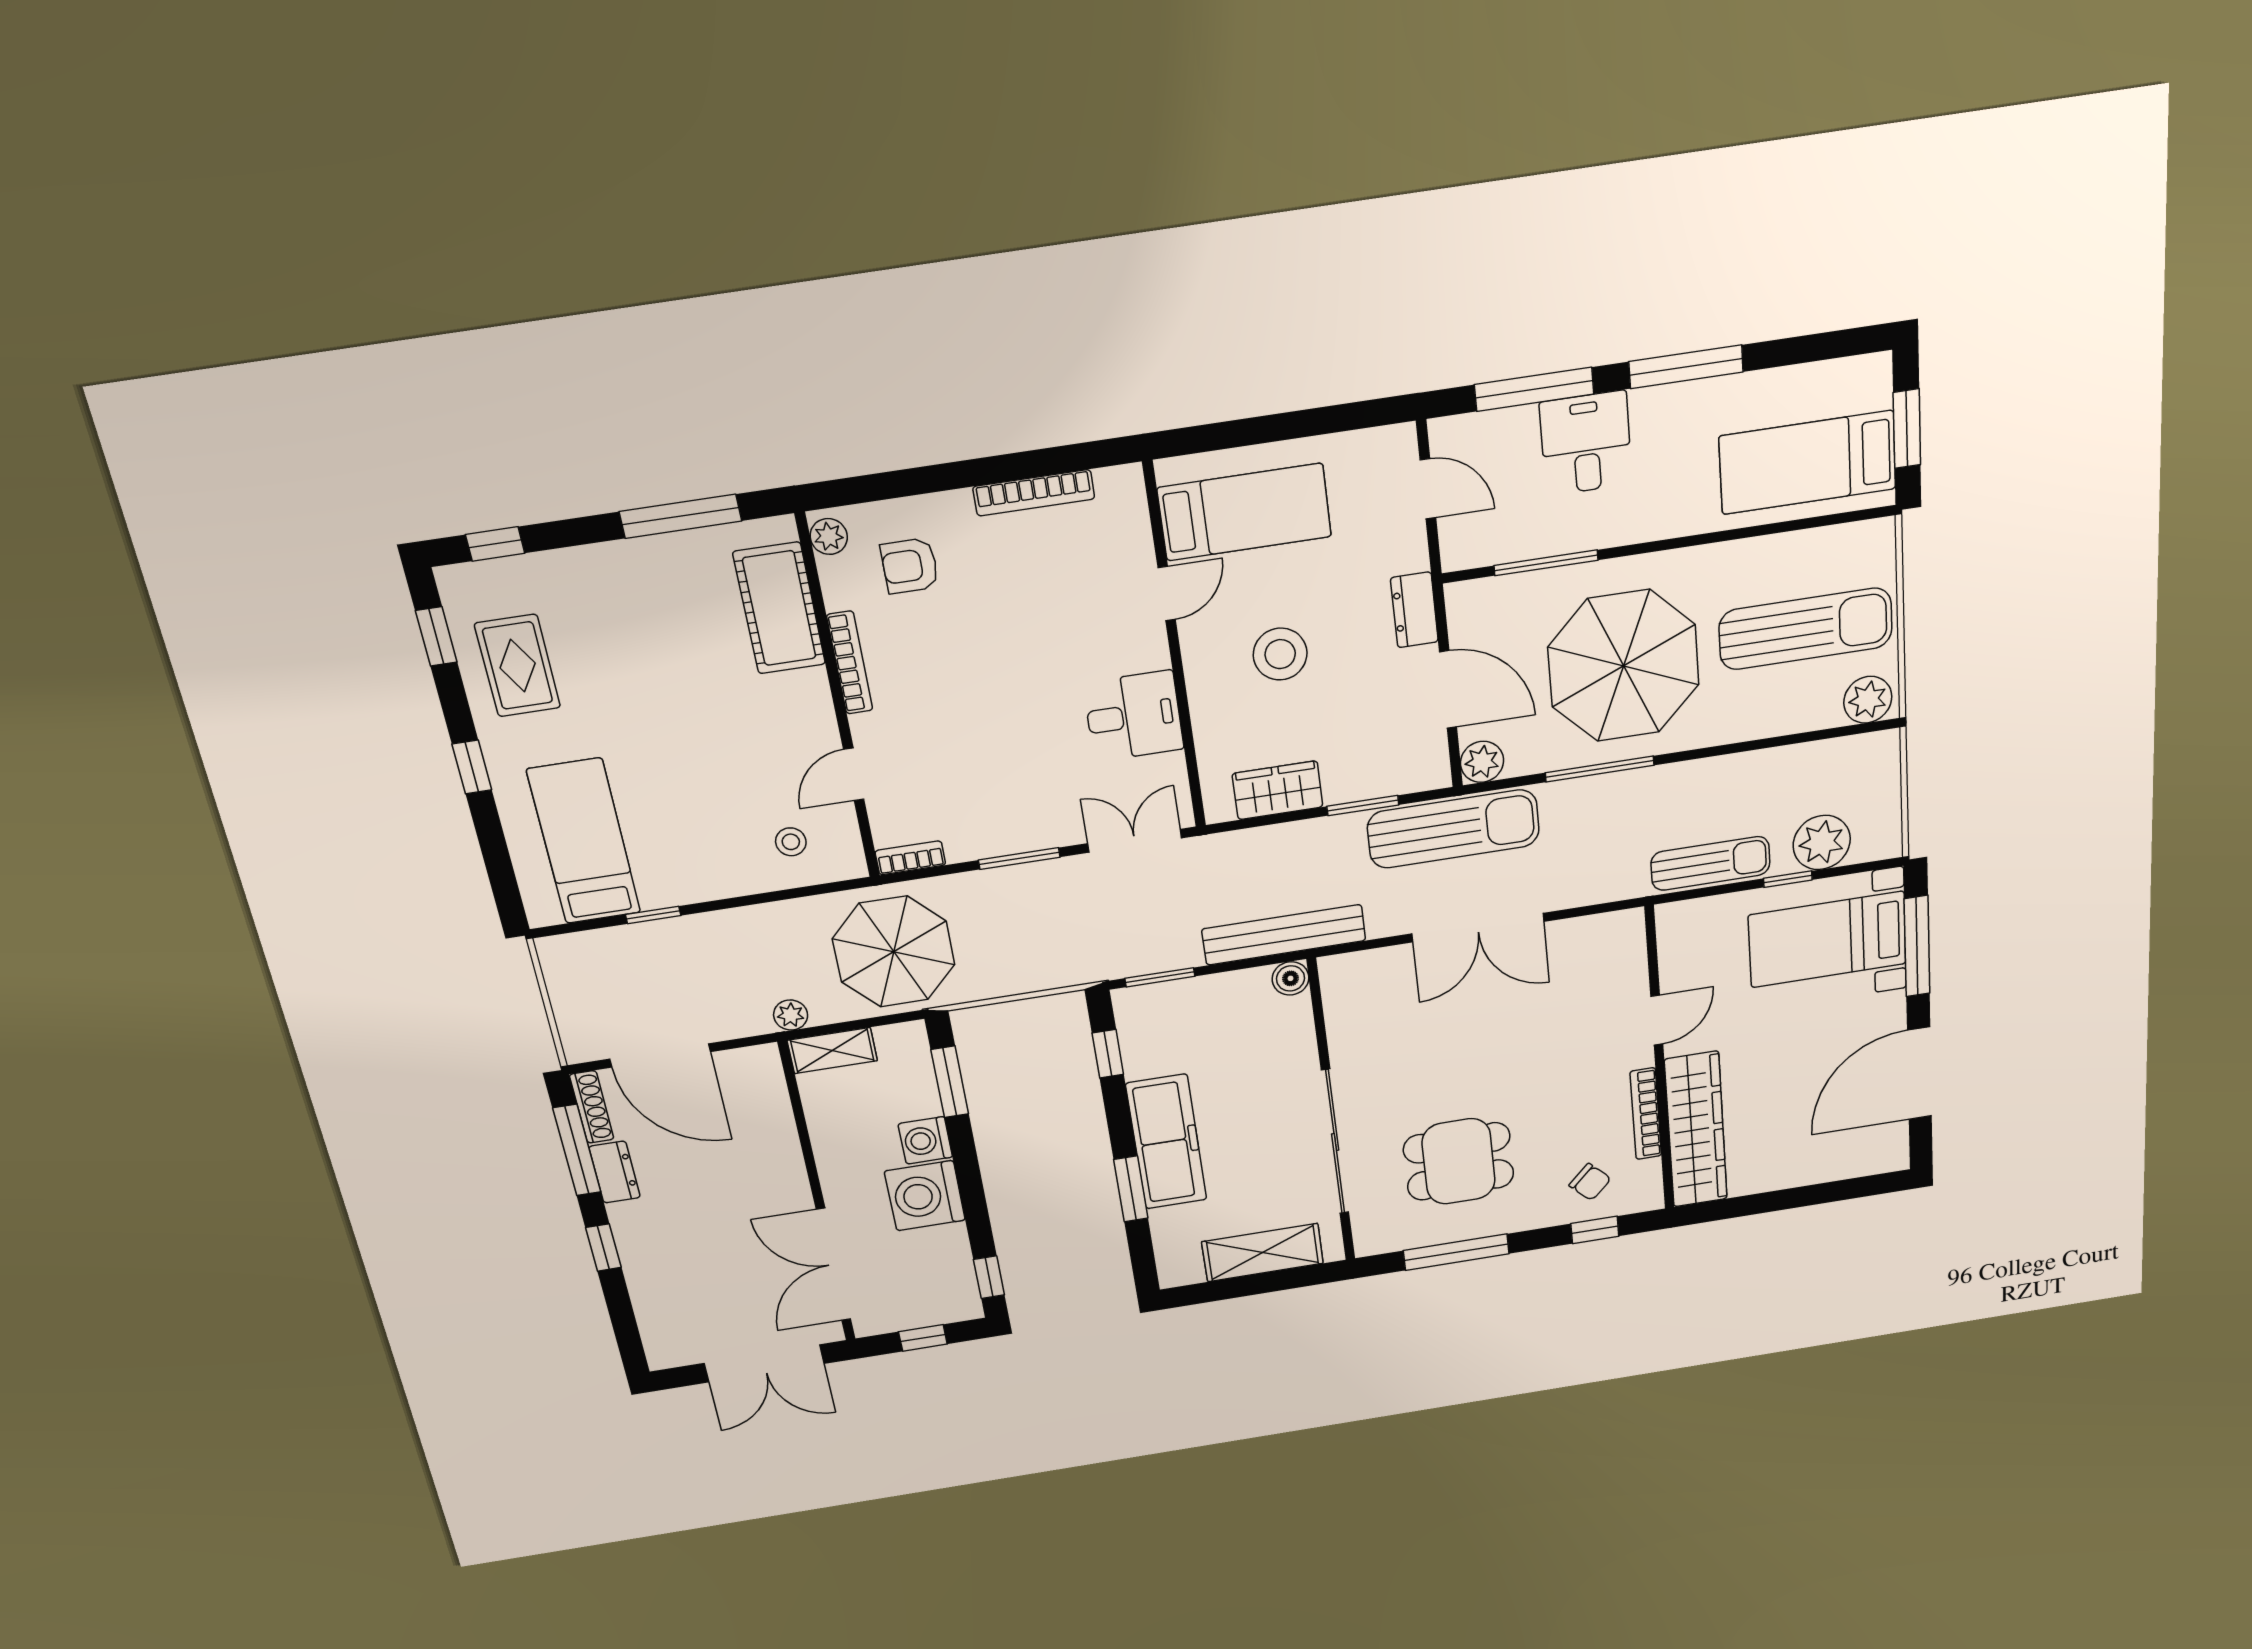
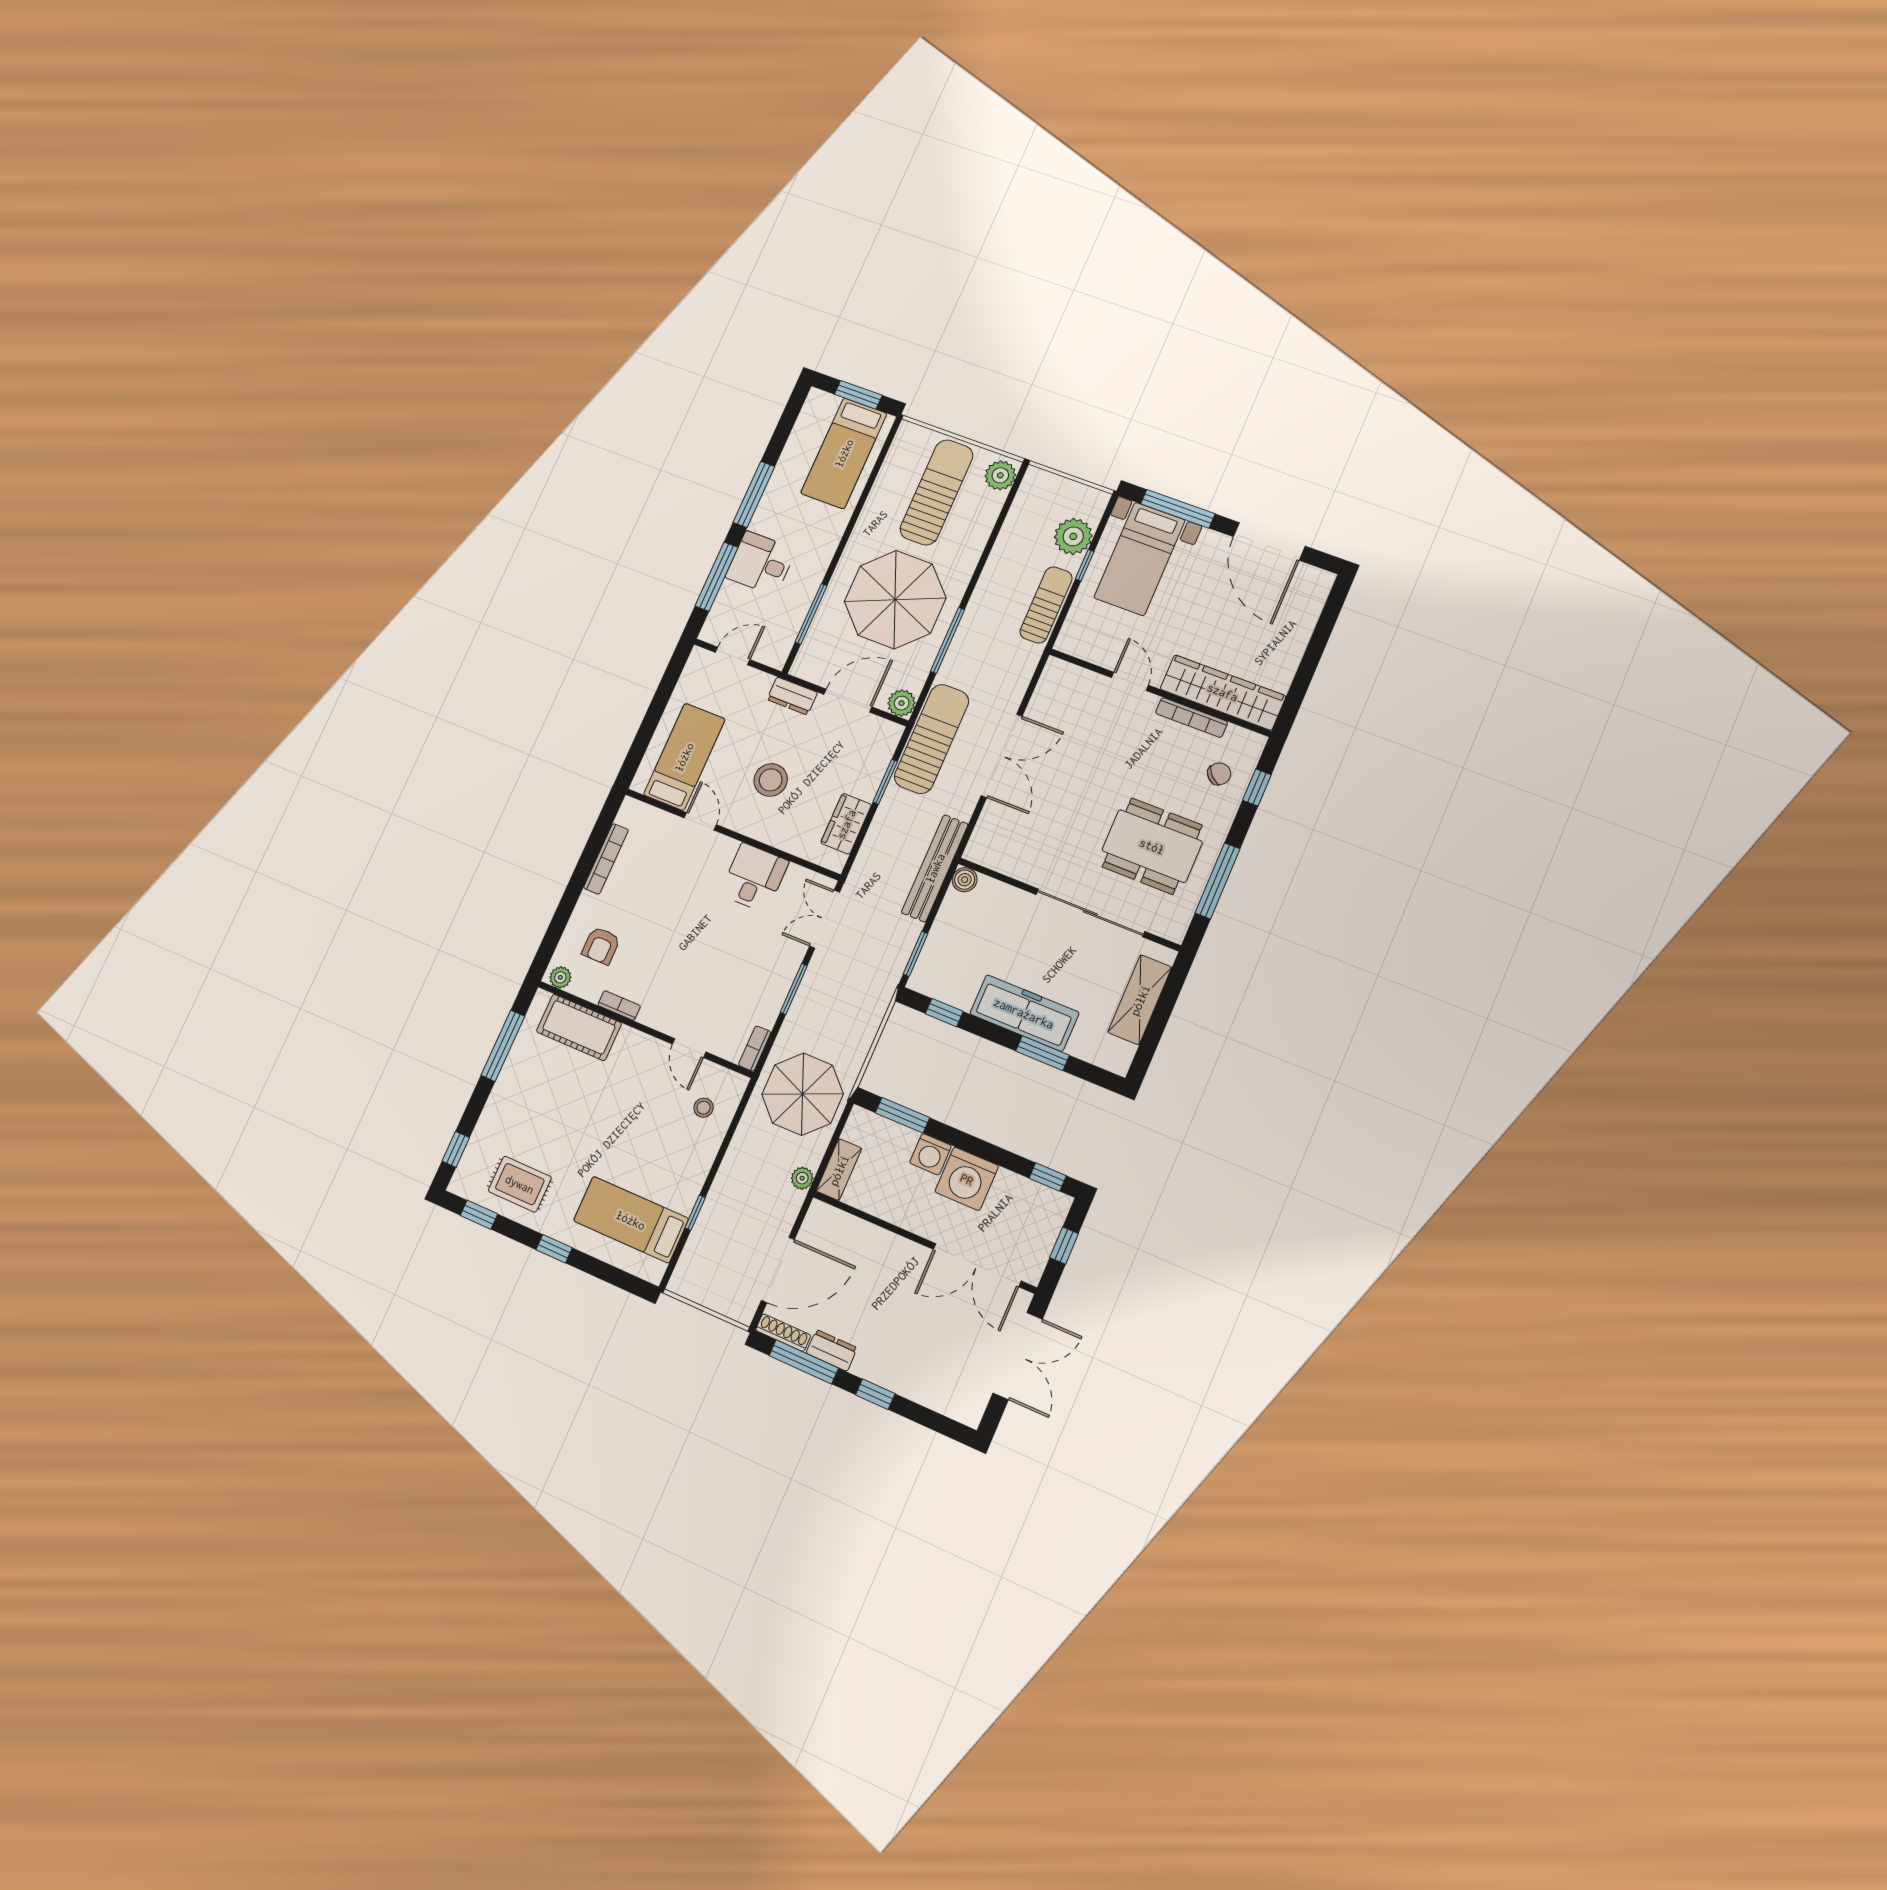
bookcase: (850, 663) -> (619, 1005), width x0.64
dining table: (1459, 1161) -> (1152, 846), width x1.38

